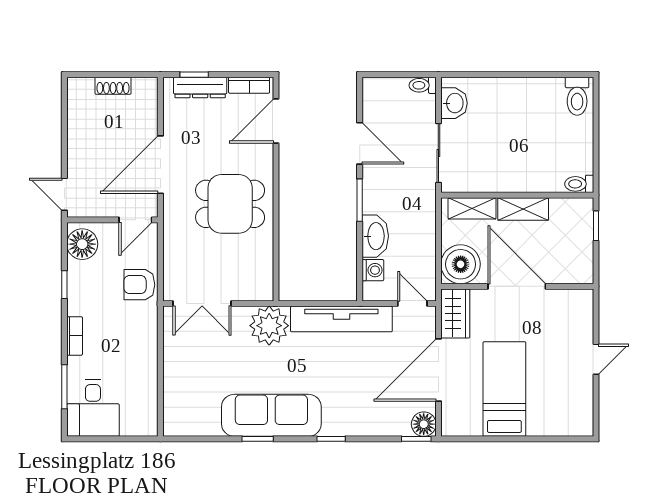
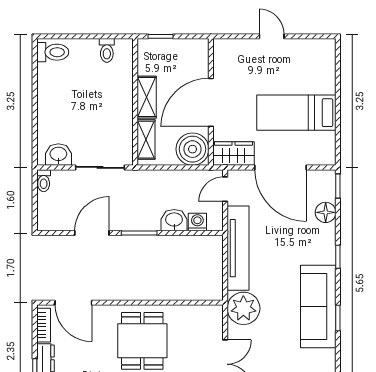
toilet: (579, 184) -> (107, 50), moved
washbasin: (375, 236) -> (174, 220), width x0.72
floor lamp: (424, 424) -> (326, 212), moved

